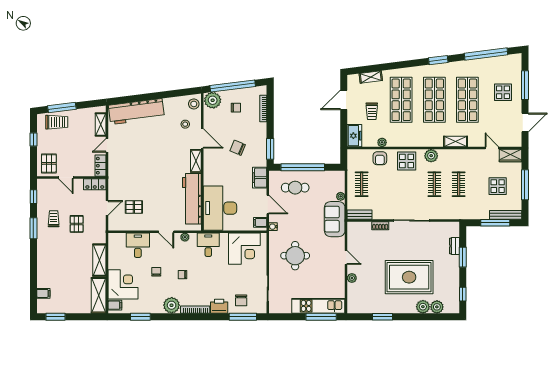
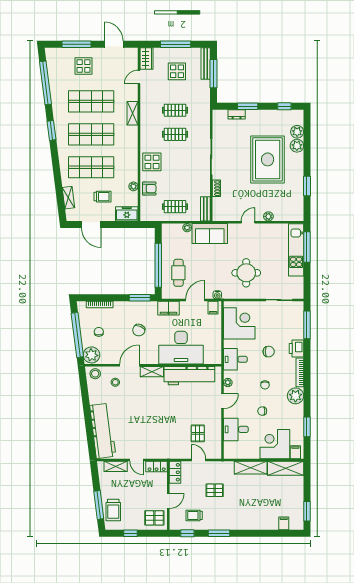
trolley: (57, 122) -> (113, 510), turned 180
plant: (431, 156) -> (147, 137), removed
desk: (220, 208) -> (181, 348), moved
trolley: (54, 219) -> (194, 515), moved
chair: (241, 300) -> (269, 352), moved

